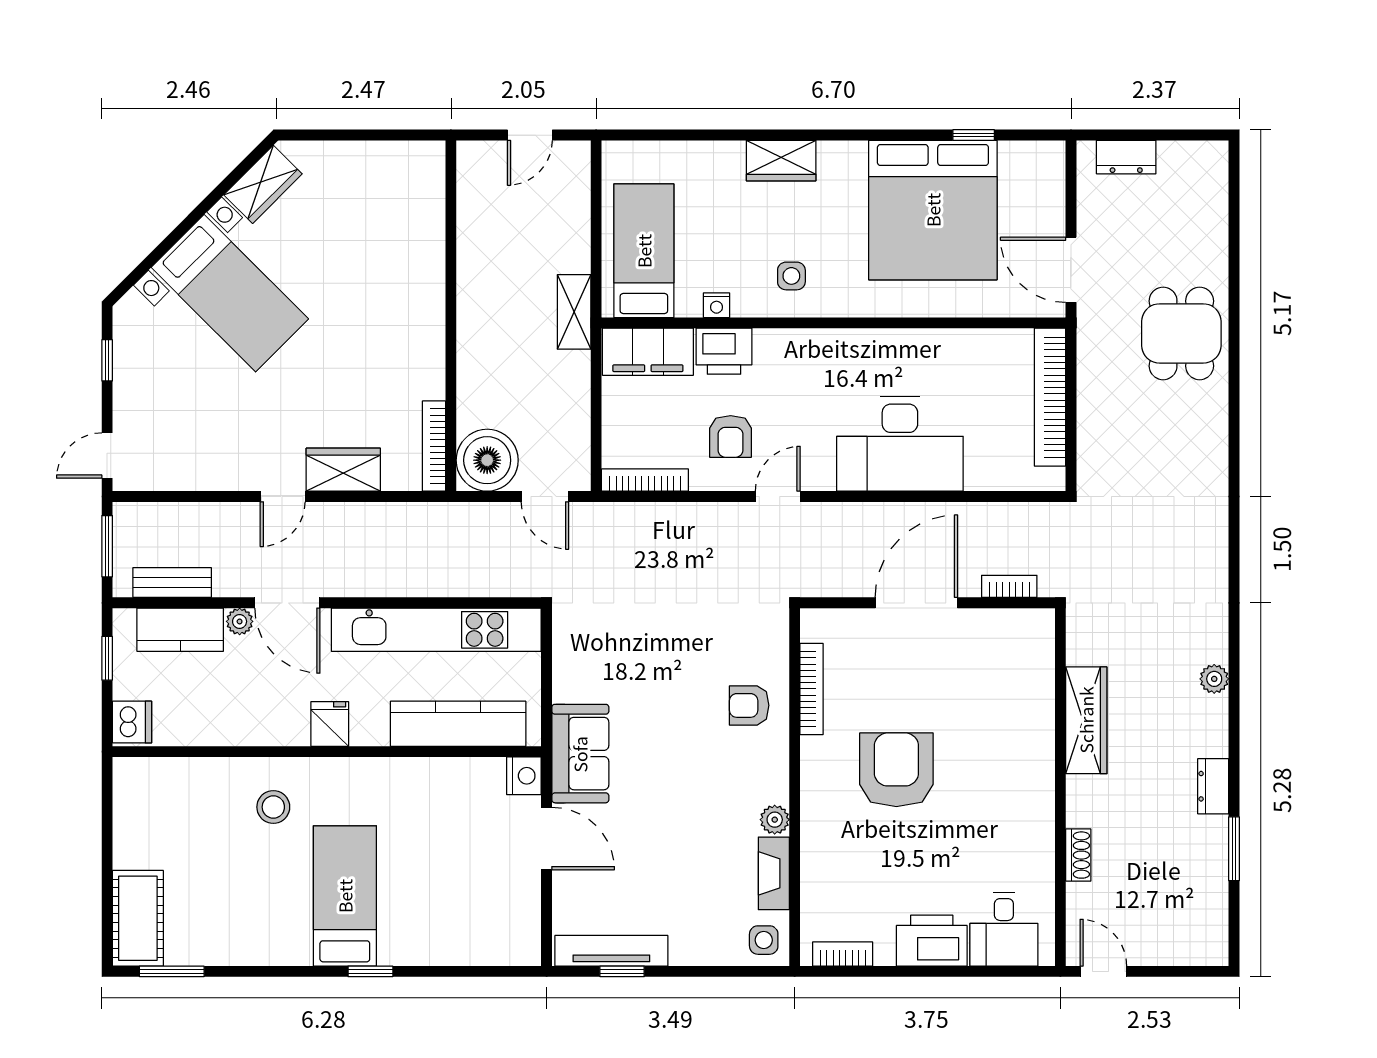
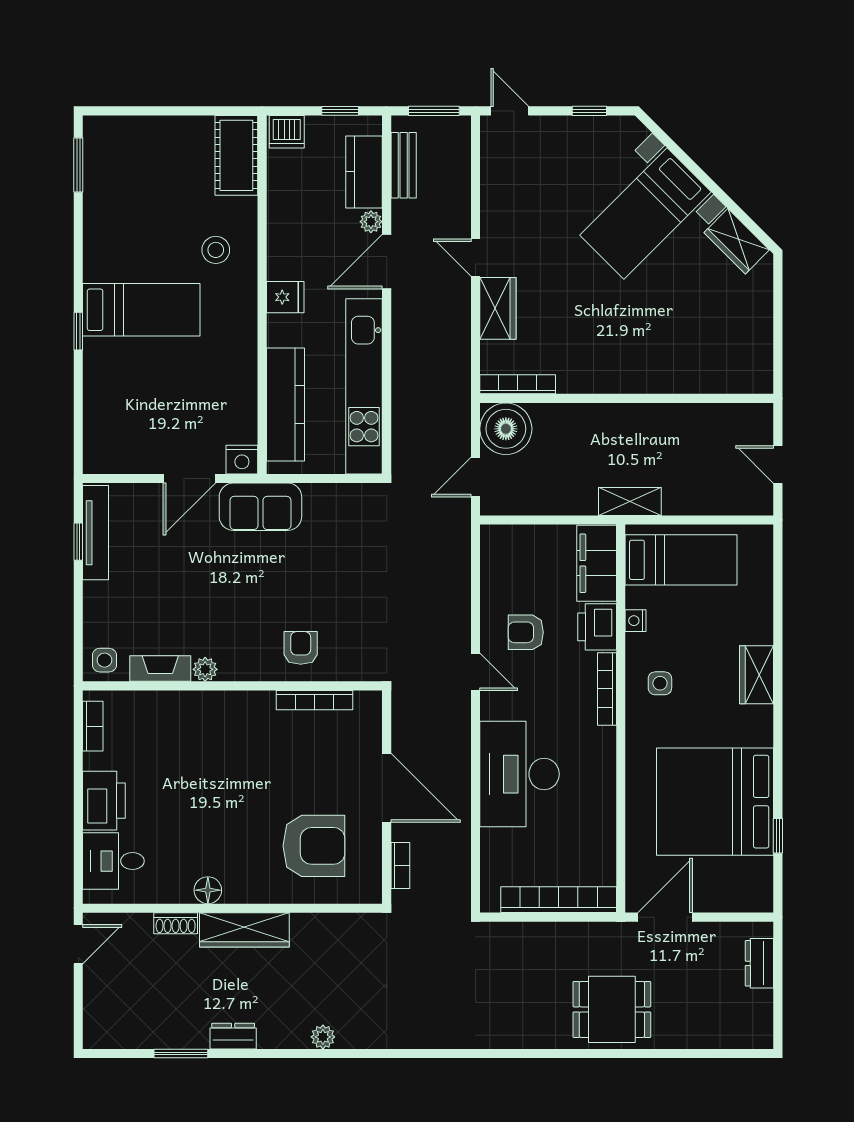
bookcase: (645, 480) -> (607, 689), moved, turned 180
wardrobe: (1086, 720) -> (244, 930), moved
armchair: (896, 770) -> (314, 846), moved
floor lamp: (1039, 816) -> (208, 890), added
cot: (138, 918) -> (236, 155), moved, turned 90

